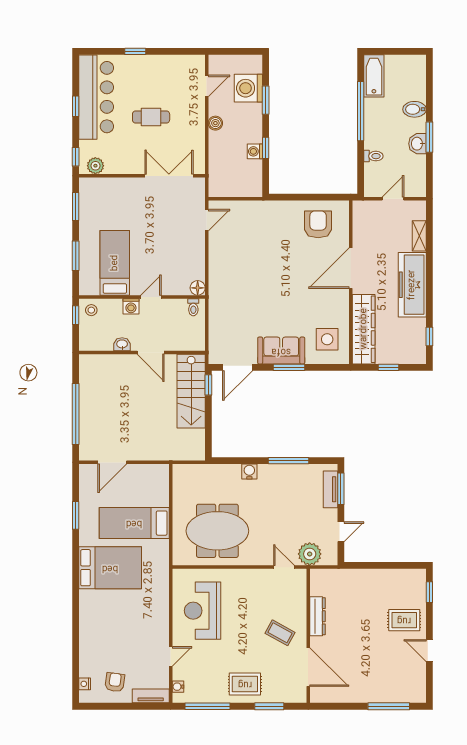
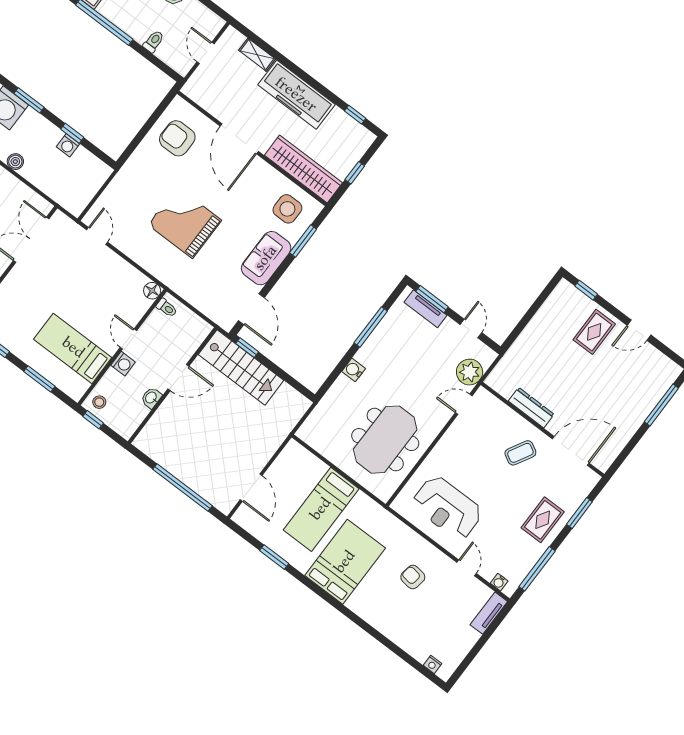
grand piano: (263, 274) -> (185, 223), added
window: (289, 367) -> (303, 241), moved
armchair: (115, 682) -> (413, 577), moved

